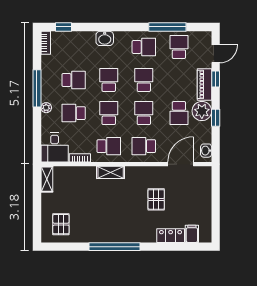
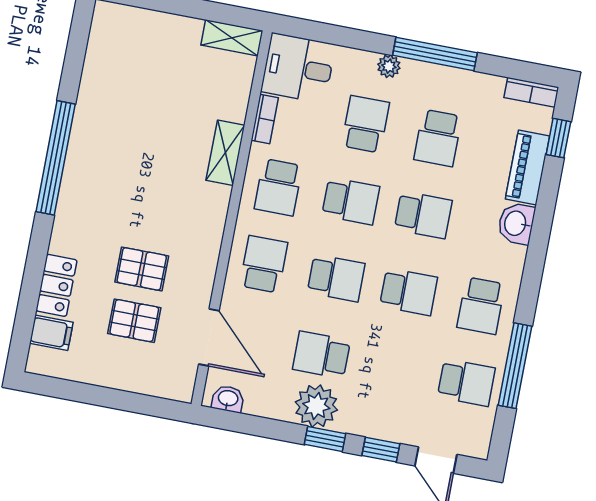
piano: (204, 84) -> (527, 167), moved, turned -90
window: (216, 118) -> (325, 439), moved
shelving: (111, 172) -> (225, 153), moved
pallet: (61, 224) -> (134, 321), moved

